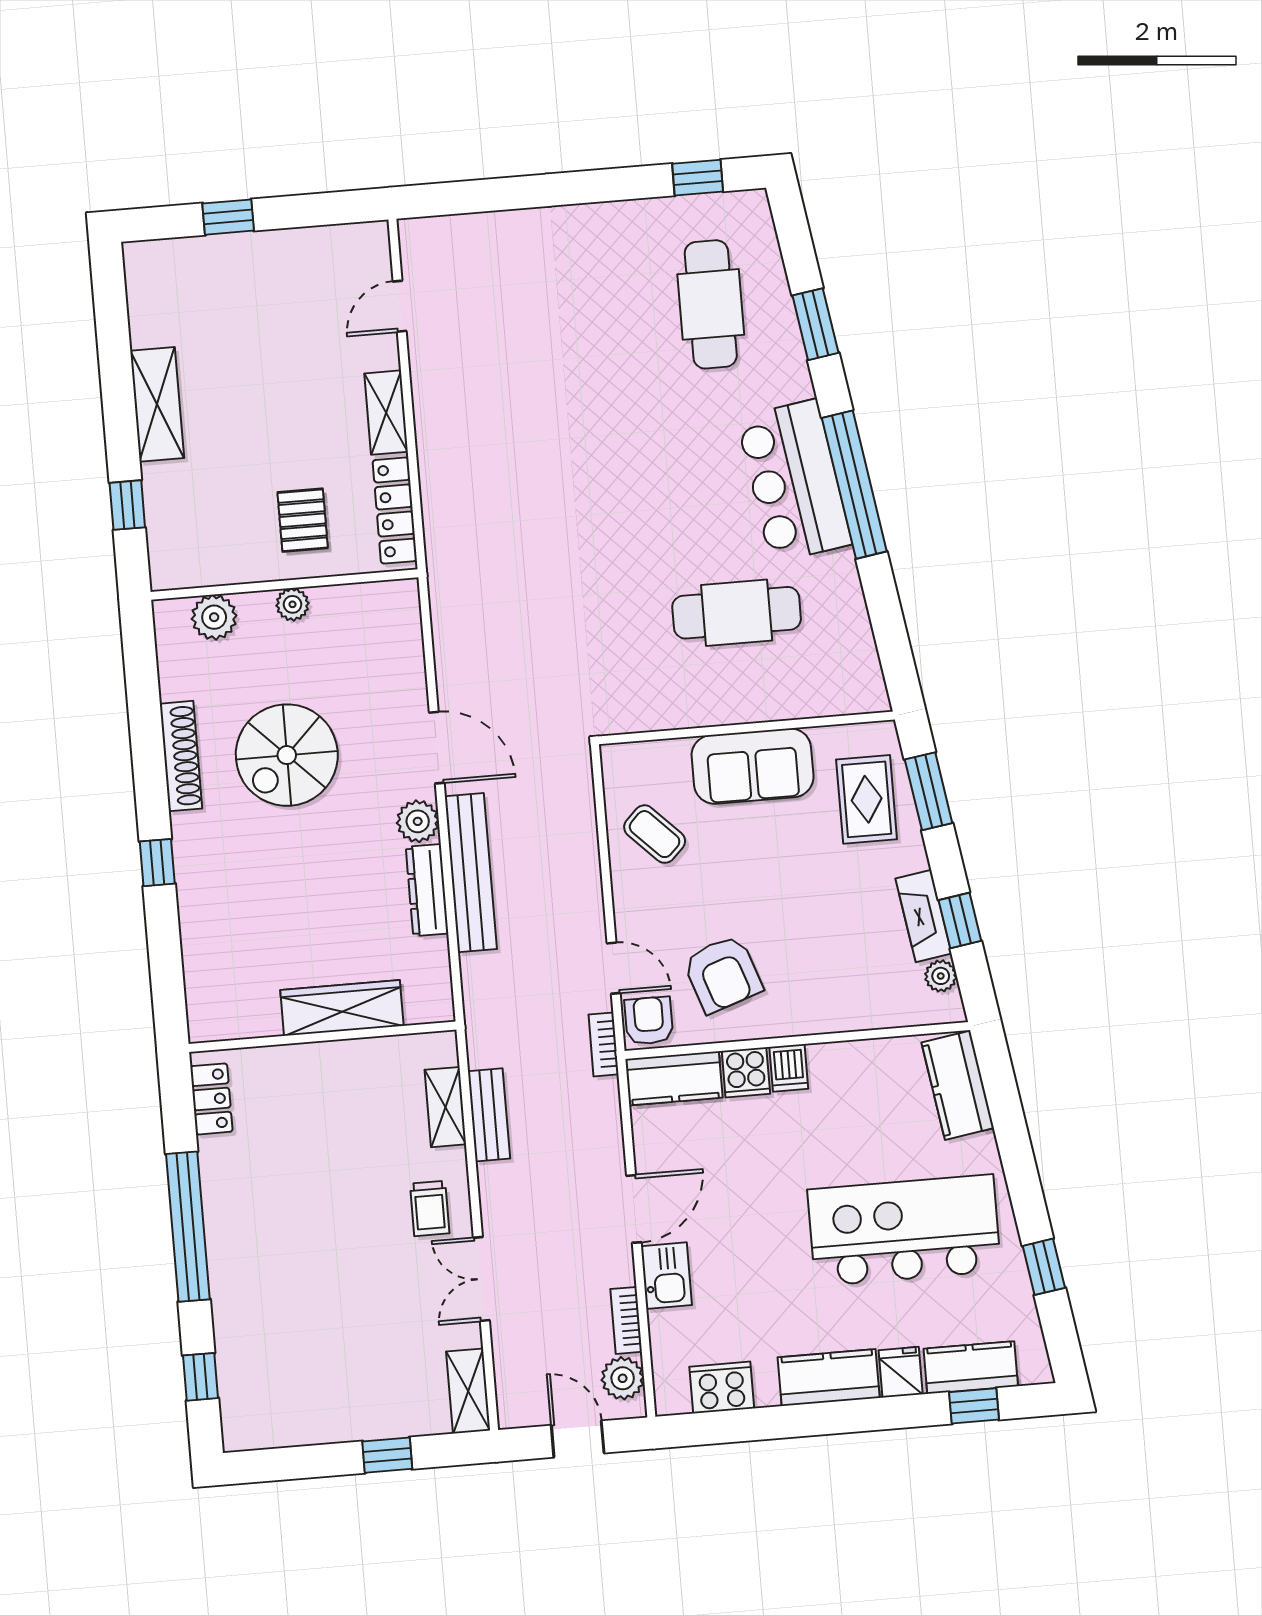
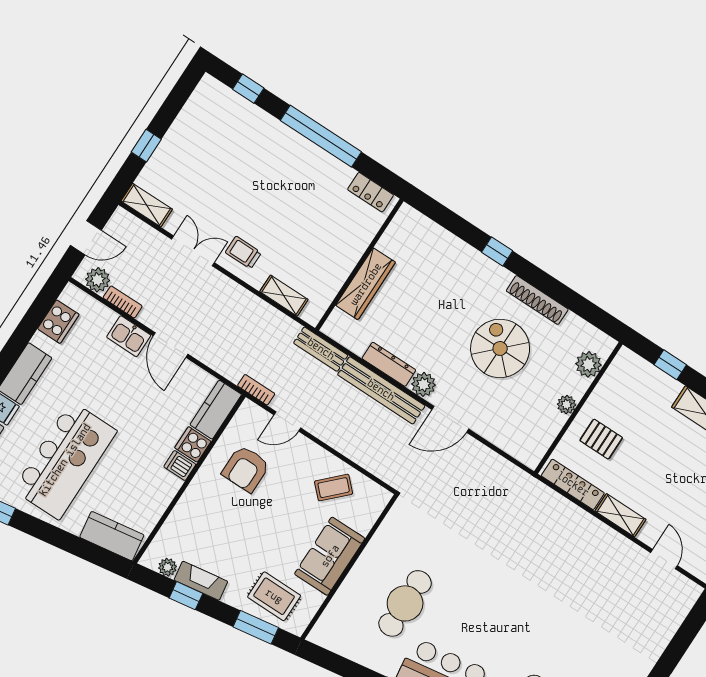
armchair: (723, 974) -> (246, 469), turned -71
armchair: (649, 1021) -> (251, 419), removed
bench: (489, 1115) -> (321, 349), moved

